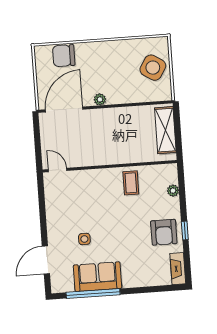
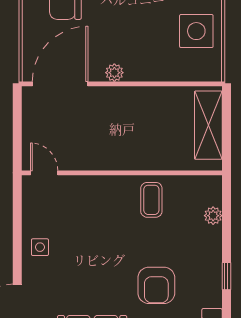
side table: (153, 68) -> (196, 31), turned -32
armchair: (164, 232) -> (156, 285), moved
side table: (84, 239) -> (40, 247), moved

